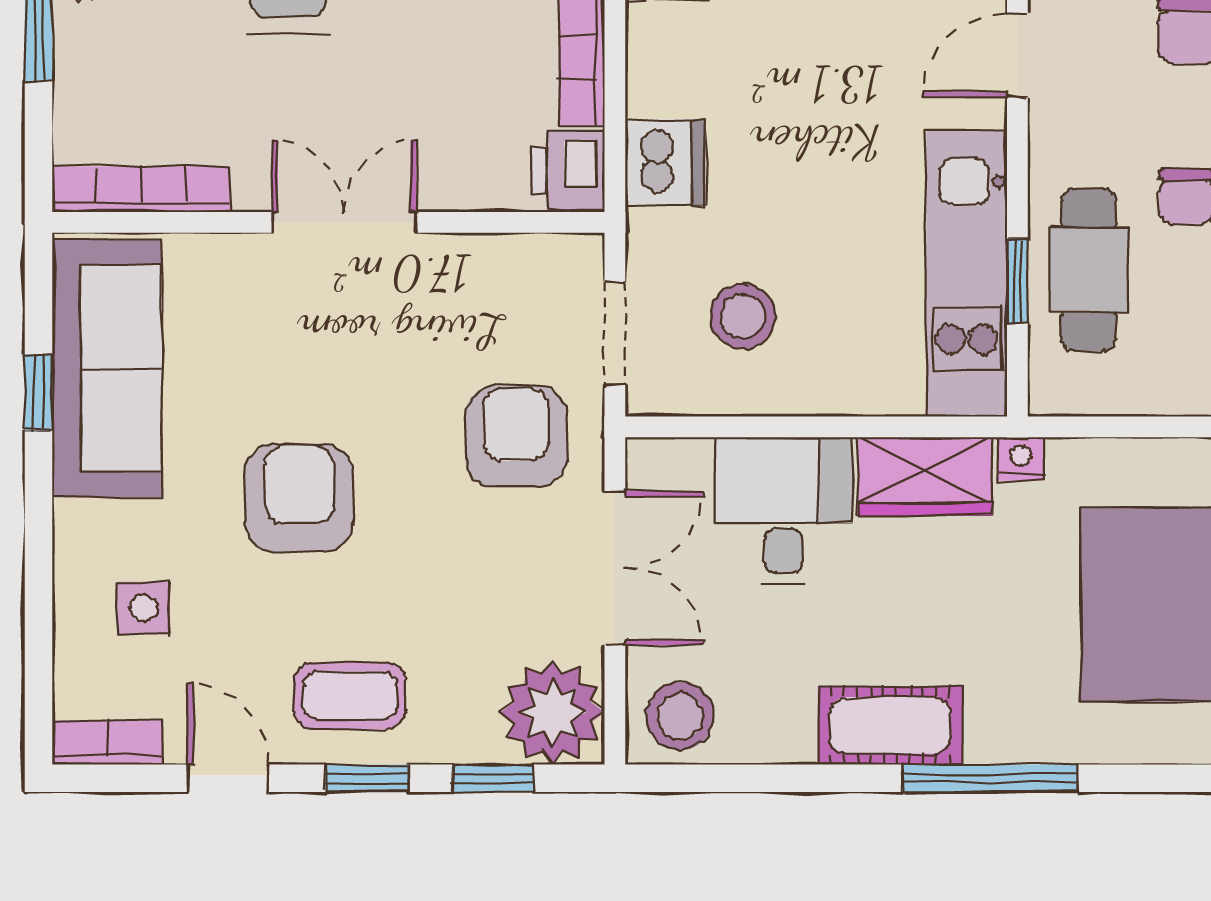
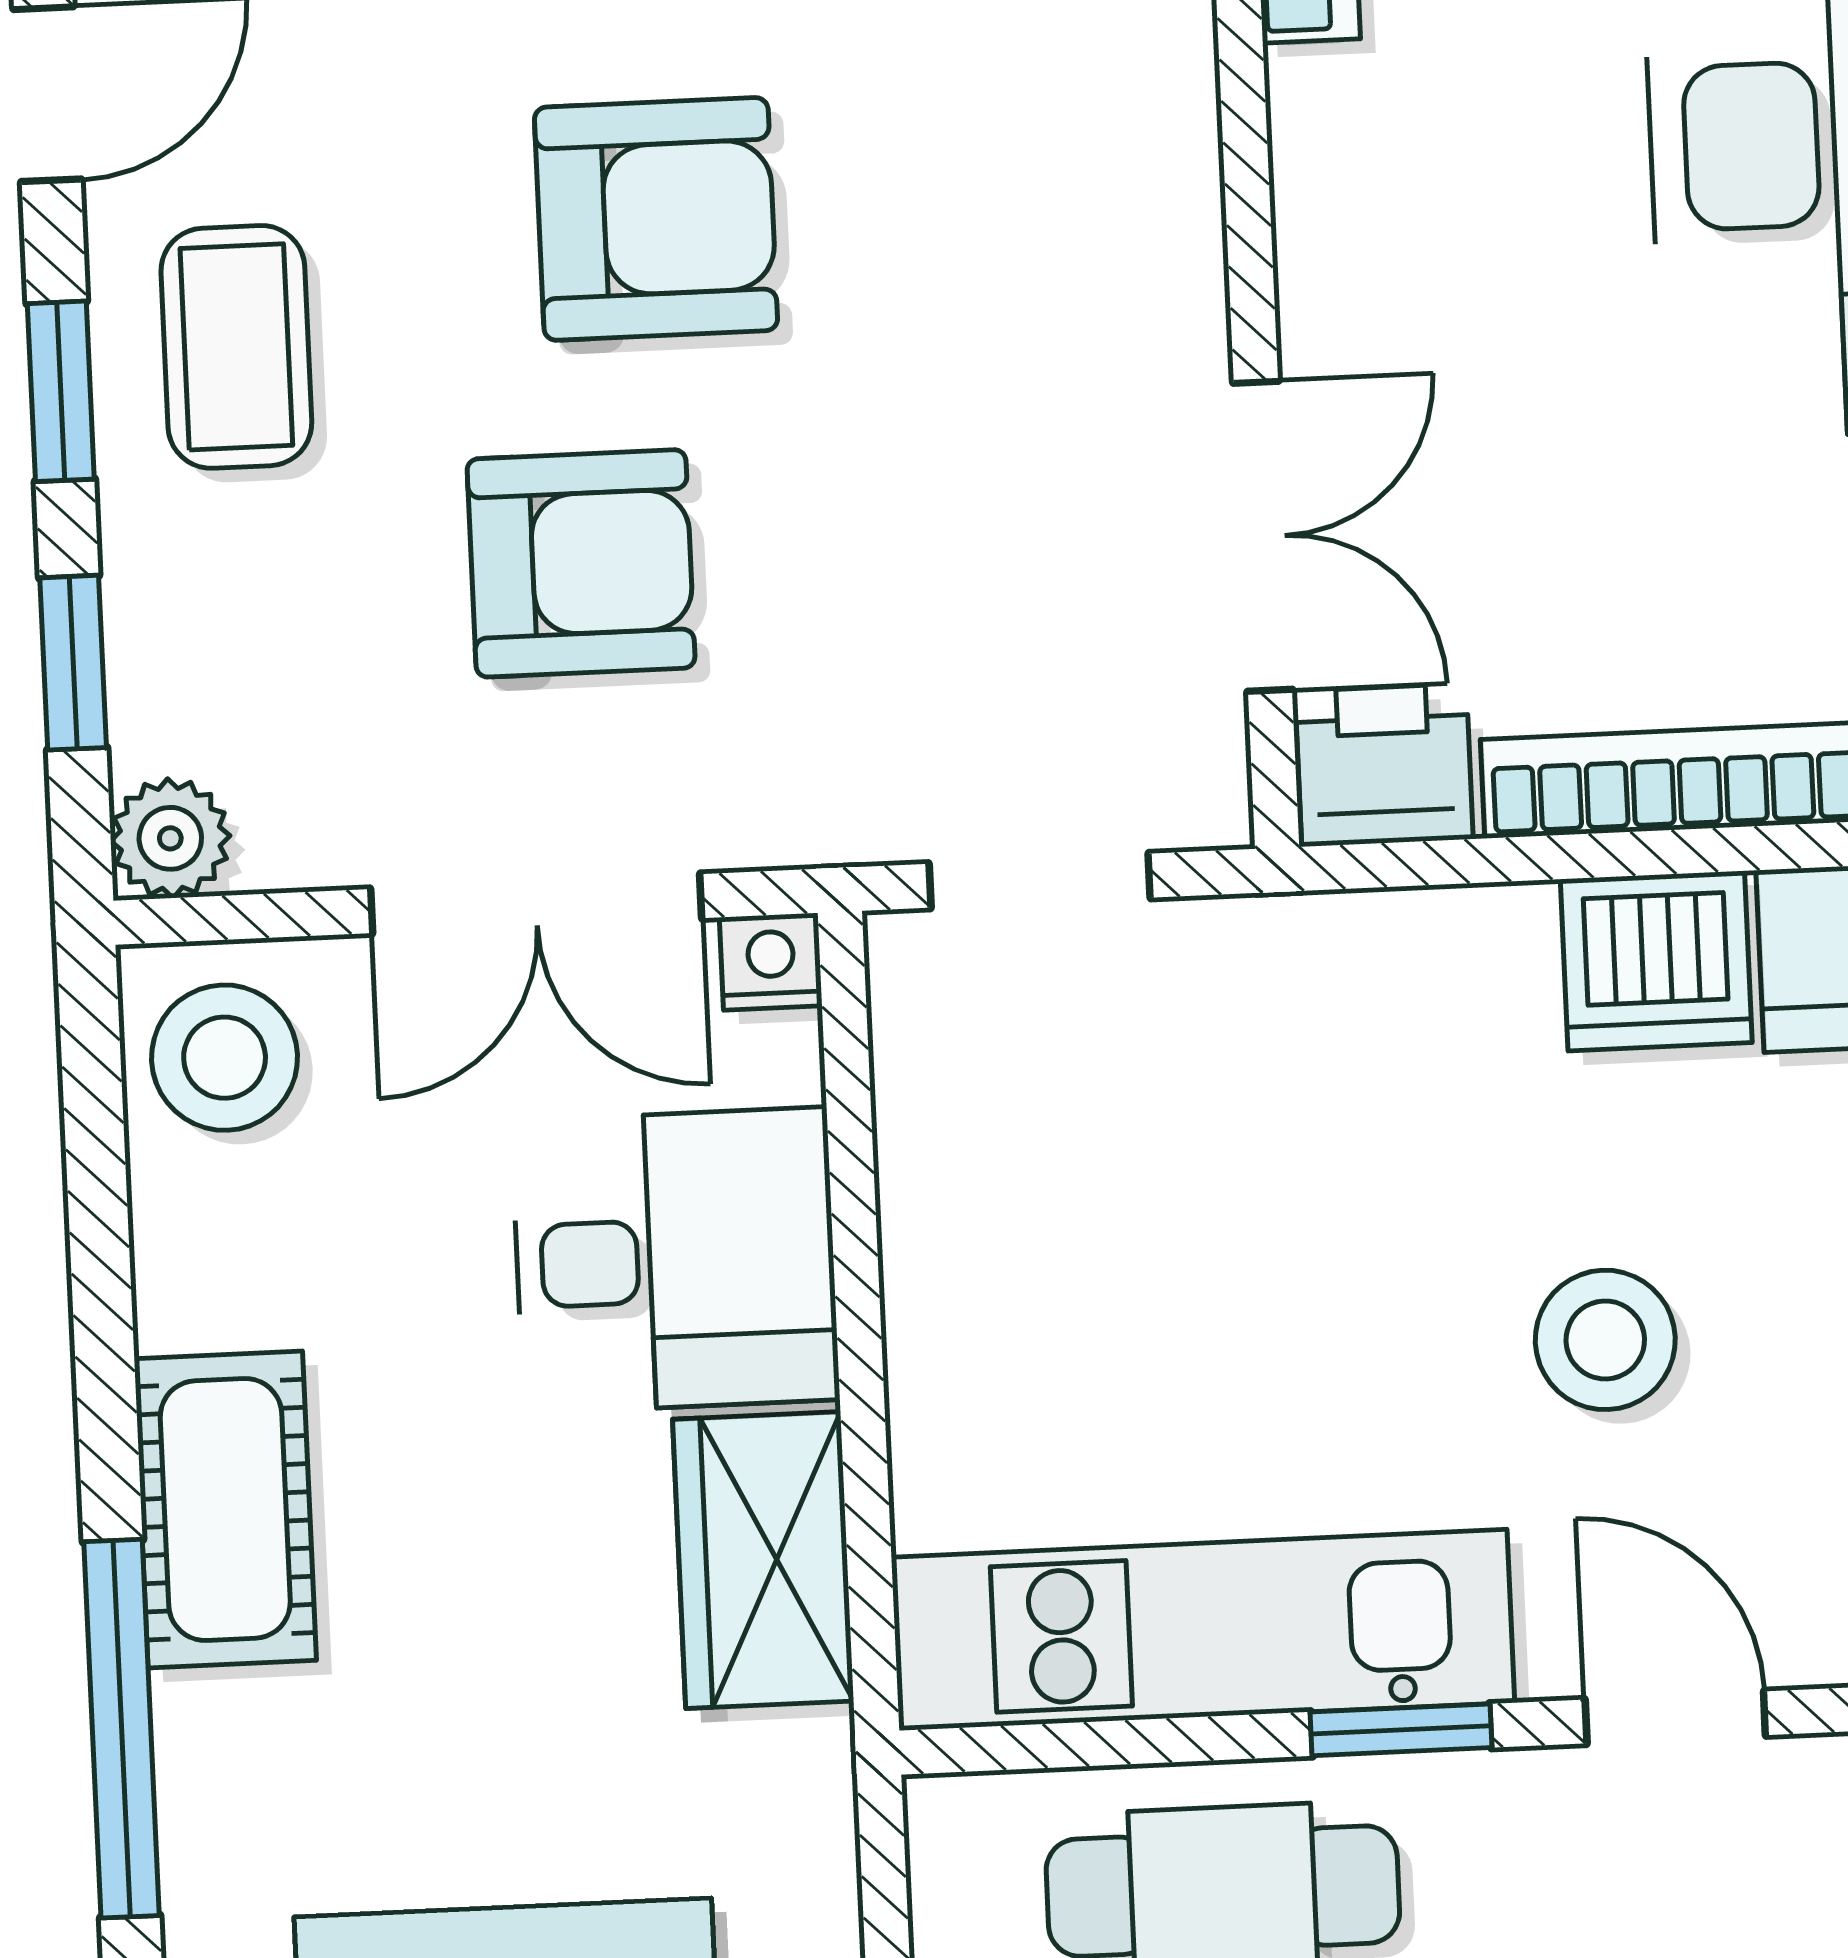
dishwasher: (665, 162) -> (1656, 961), moved
double door: (344, 222) -> (1263, 536), moved
window: (1017, 281) -> (1401, 1730), moved
stool: (743, 317) -> (1605, 1340), moved
armchair: (516, 437) -> (581, 563), moved
nightstand: (1021, 459) -> (771, 962), moved, turned -90
plant: (553, 712) -> (170, 838), width x0.53, depth x0.53

